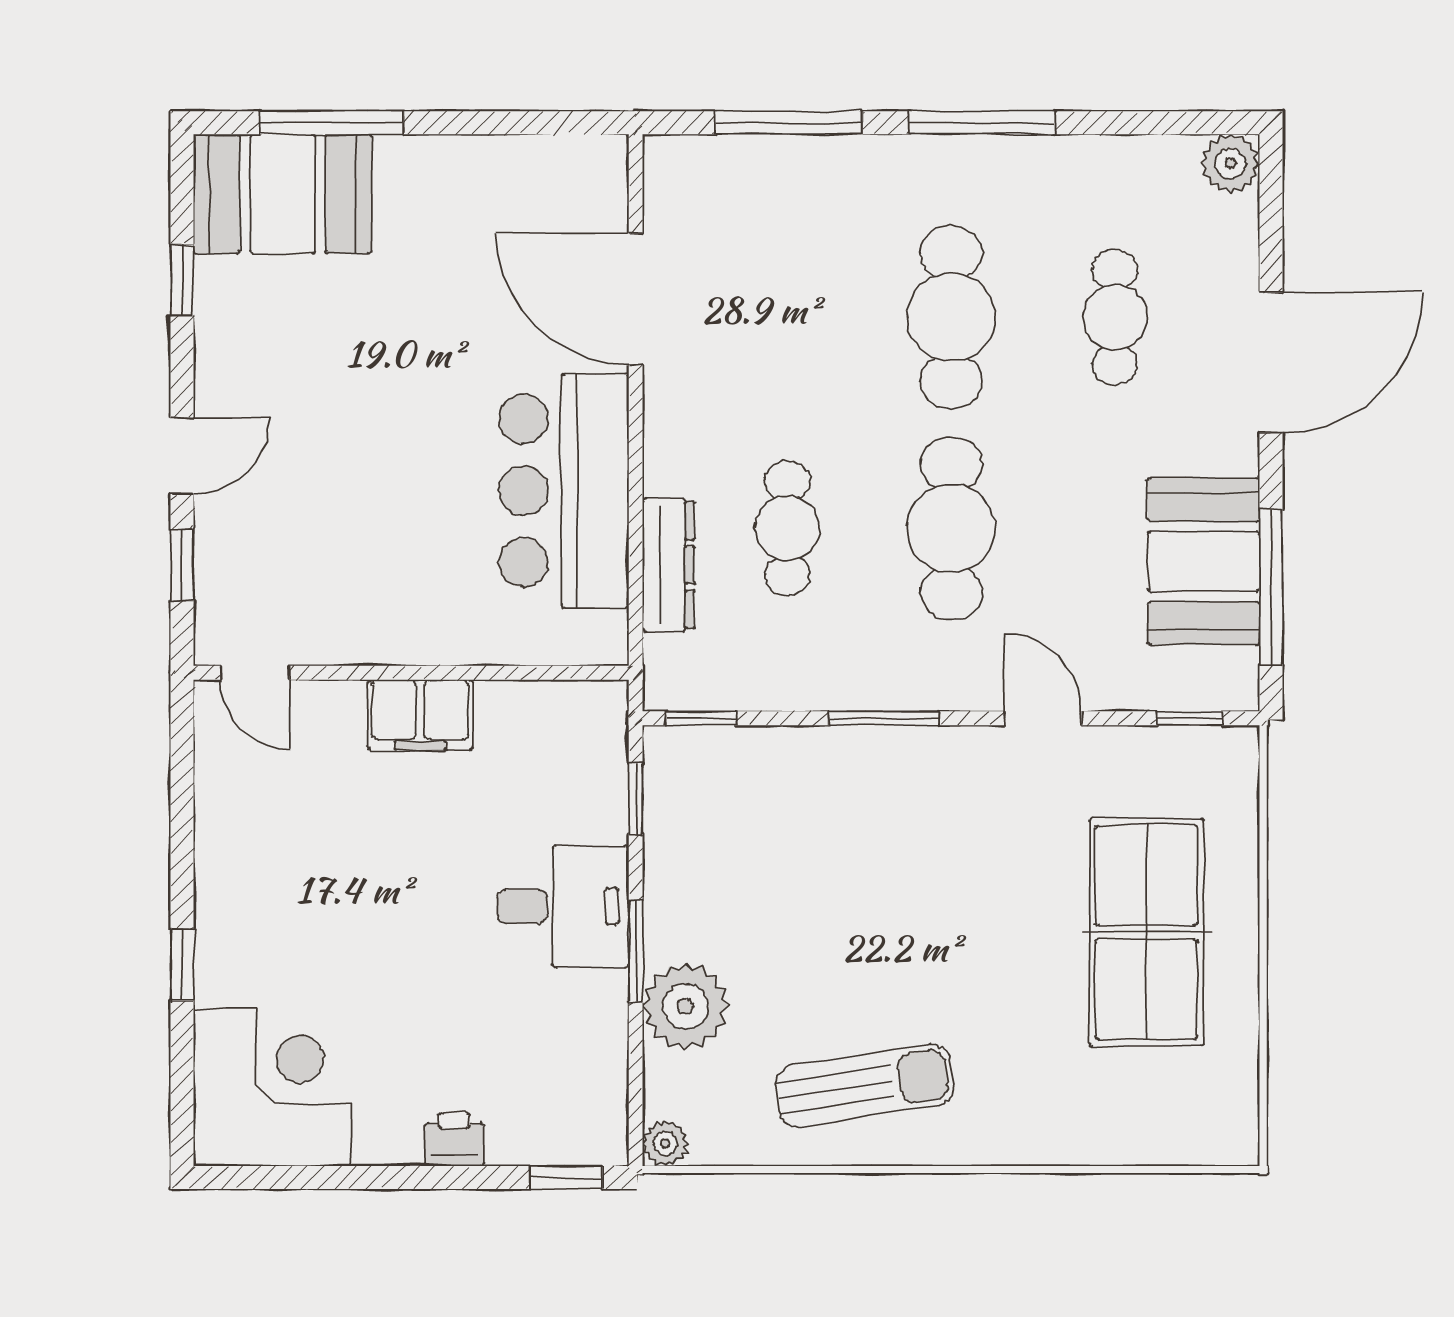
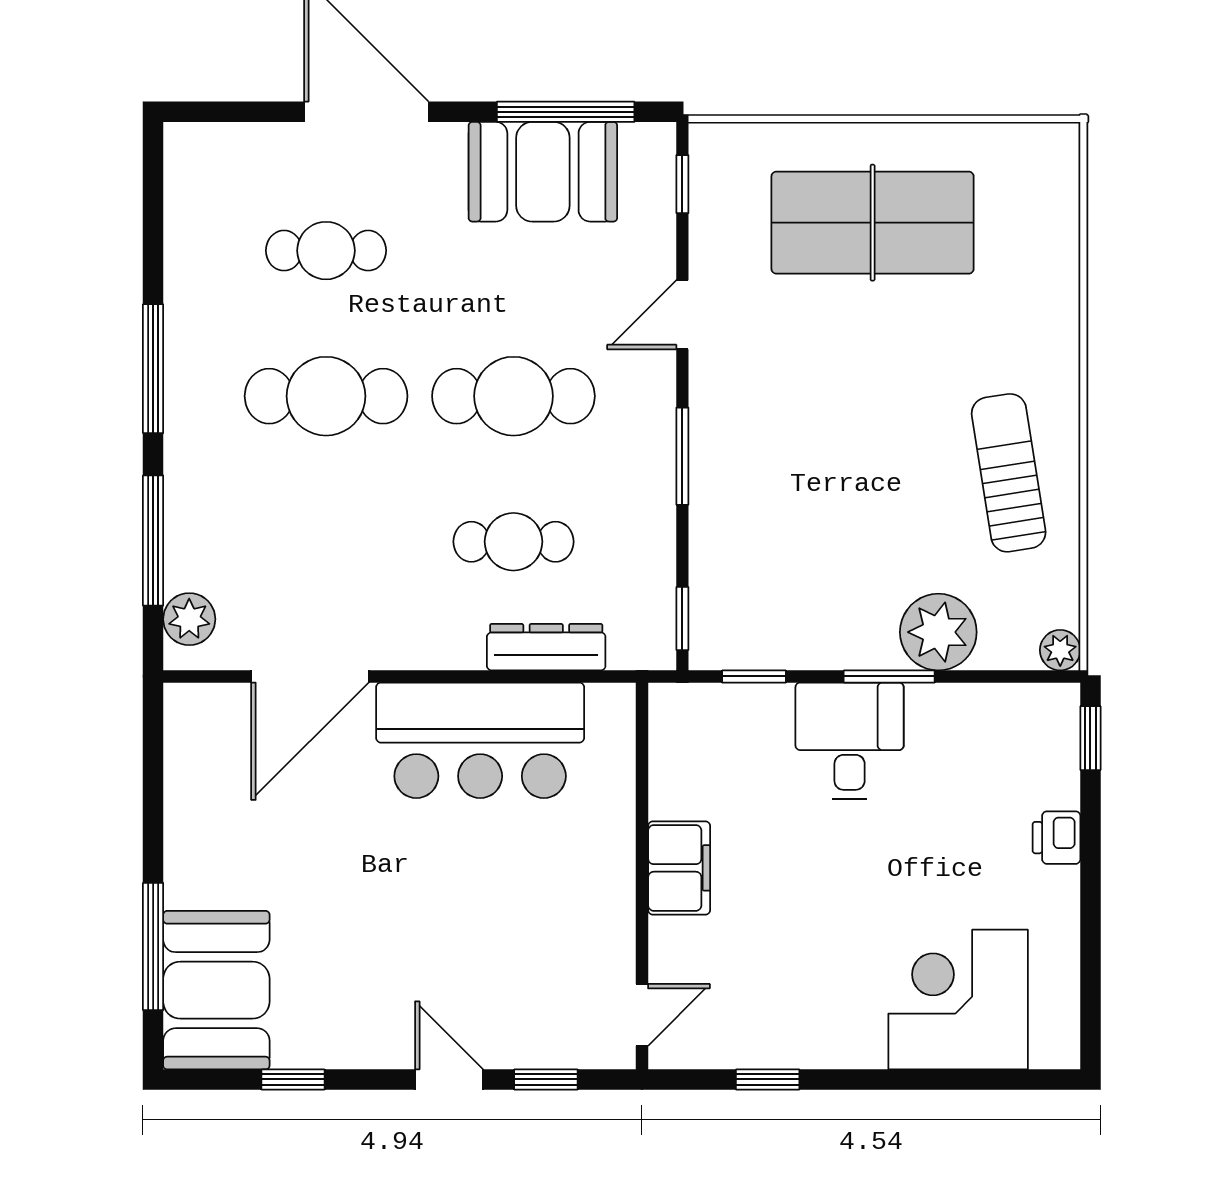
plant: (1230, 163) -> (189, 619), moved
window: (182, 965) -> (768, 1079), moved
corner desk: (272, 1088) -> (958, 1000), moved

